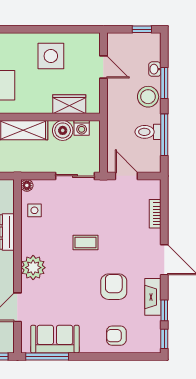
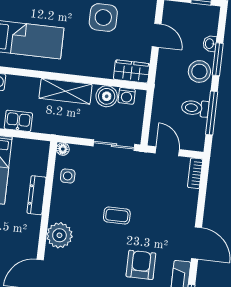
wardrobe: (69, 104) -> (132, 71), moved
bookcase: (155, 214) -> (195, 173), moved

